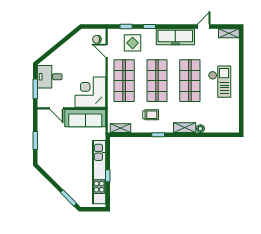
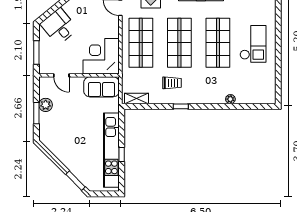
desk: (50, 77) -> (59, 26), moved, turned 51
sofa: (85, 118) -> (101, 87), width x0.73
shelving: (185, 128) -> (212, 98), removed
plant: (43, 133) -> (46, 105), added

